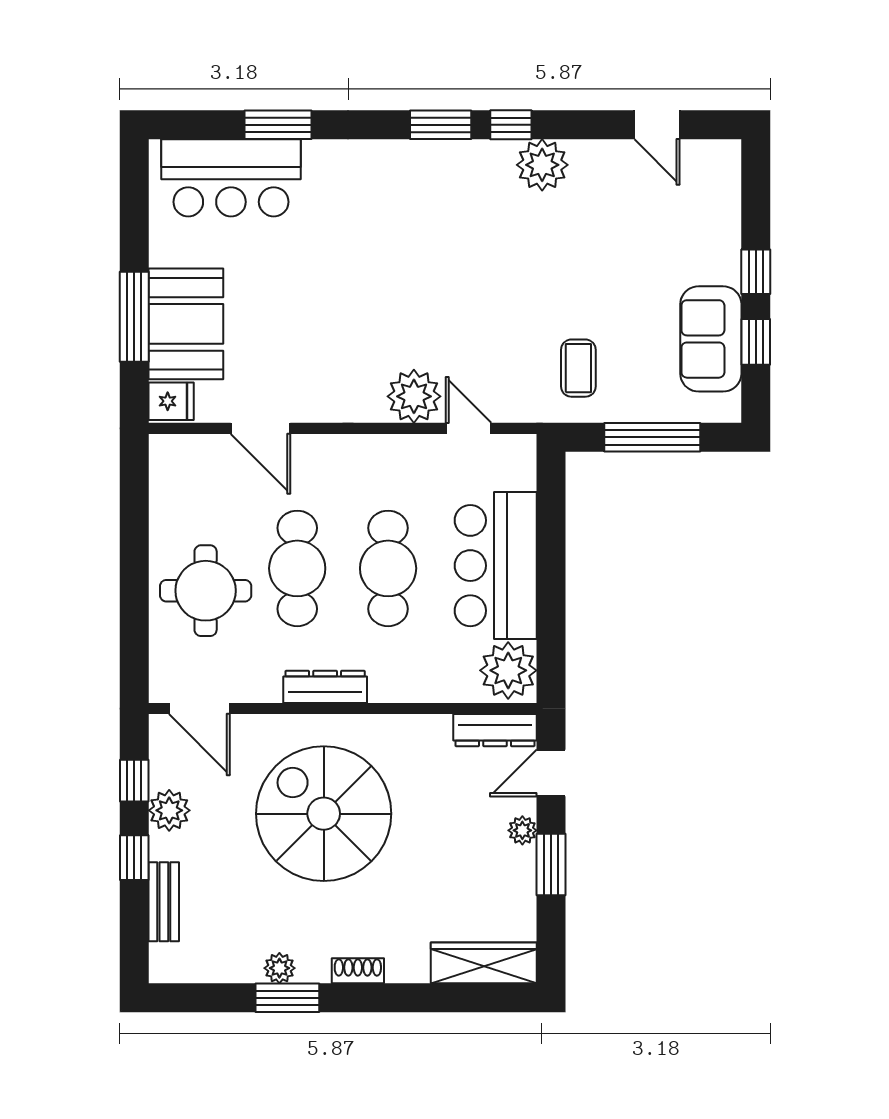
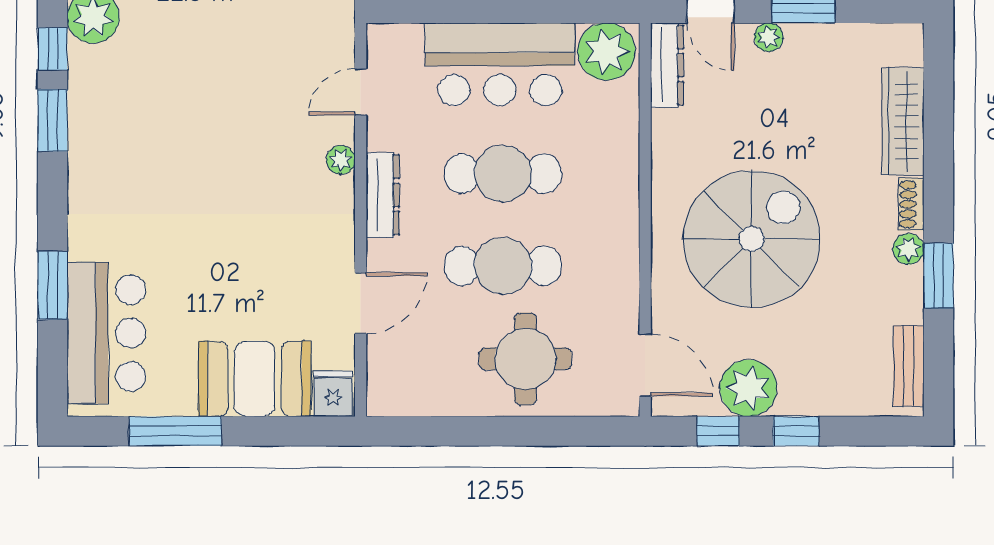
window: (134, 317) -> (175, 431), moved
plant: (414, 396) -> (341, 160), width x0.53, depth x0.53
dresser: (325, 687) -> (383, 195), moved, turned 180
door: (199, 709) -> (645, 365), hinge flipped
plant: (169, 810) -> (748, 388), width x1.36, depth x1.36
spiral stairs: (324, 814) -> (752, 239), turned 180
bench: (164, 902) -> (909, 366), moved, turned 90
wardrobe: (484, 963) -> (903, 121), moved
plant: (279, 968) -> (908, 249), moved

